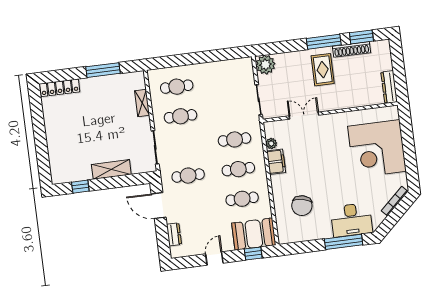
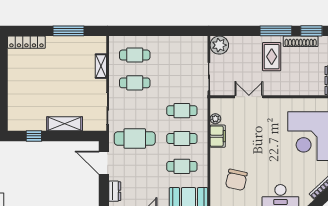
cafe table: (188, 176) -> (135, 139), width x1.37, depth x1.35

